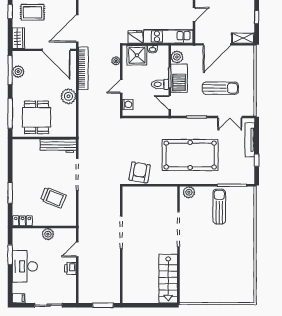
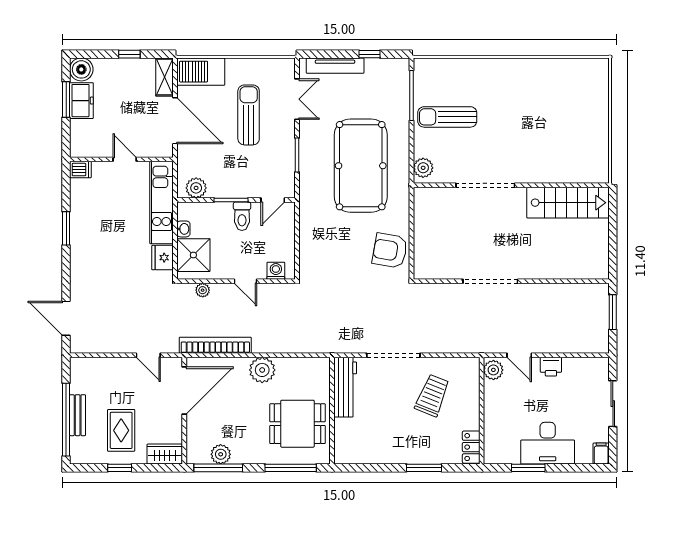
door: (77, 28) -> (148, 355), width x0.53
barbecue: (179, 78) -> (201, 72), moved, turned 180
plant: (48, 234) -> (493, 370), moved

